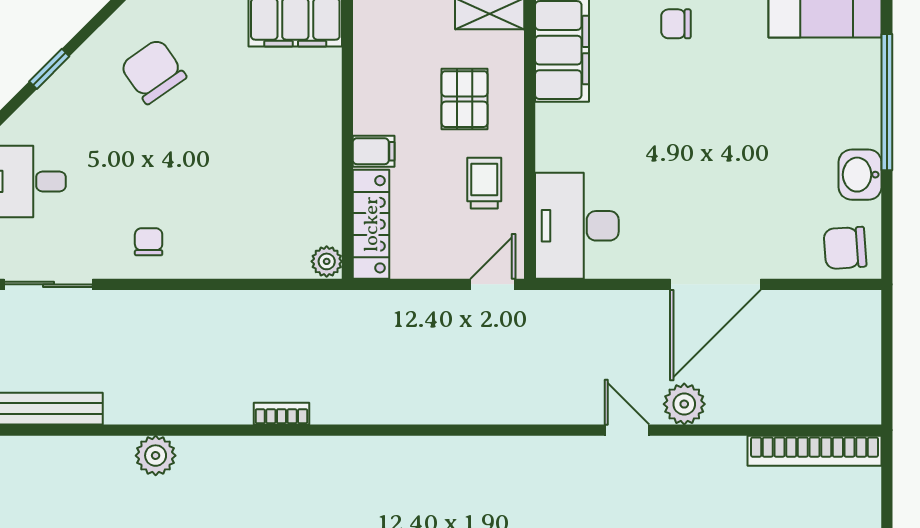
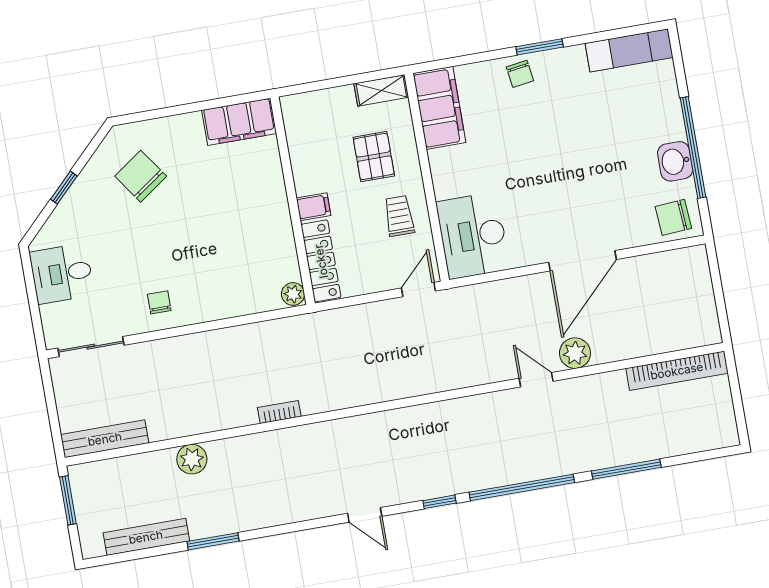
chair: (676, 24) -> (520, 74), turned -98
window: (887, 102) -> (693, 147), moved

